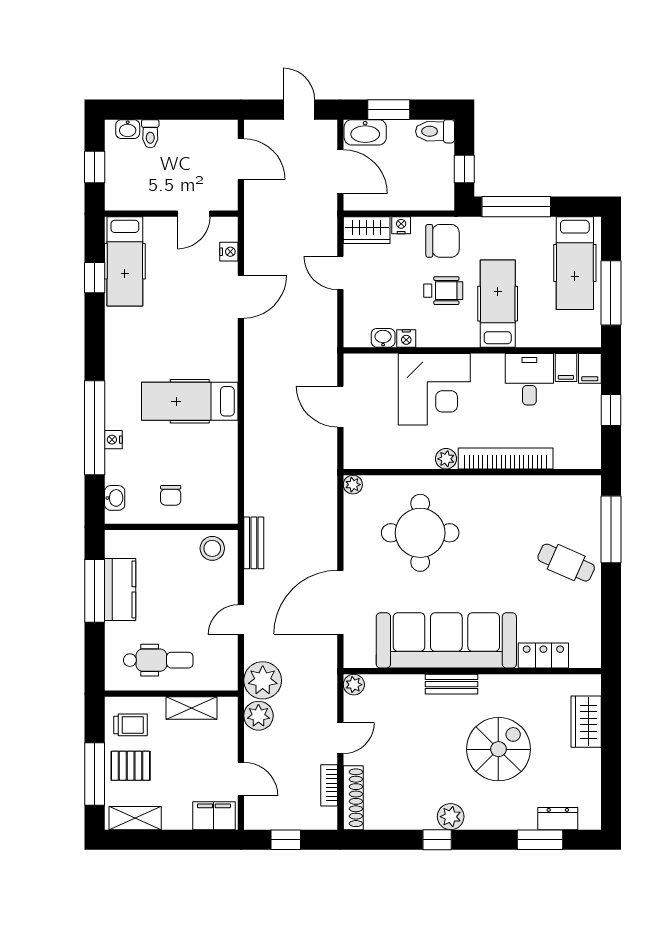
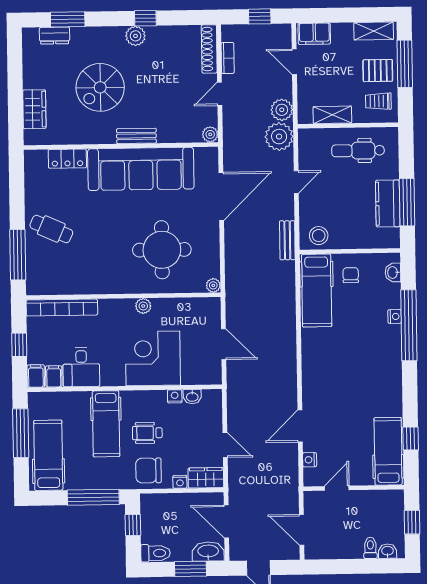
hospital bed: (190, 401) -> (317, 290), moved, turned 90
bookcase: (506, 458) -> (62, 307), moved

